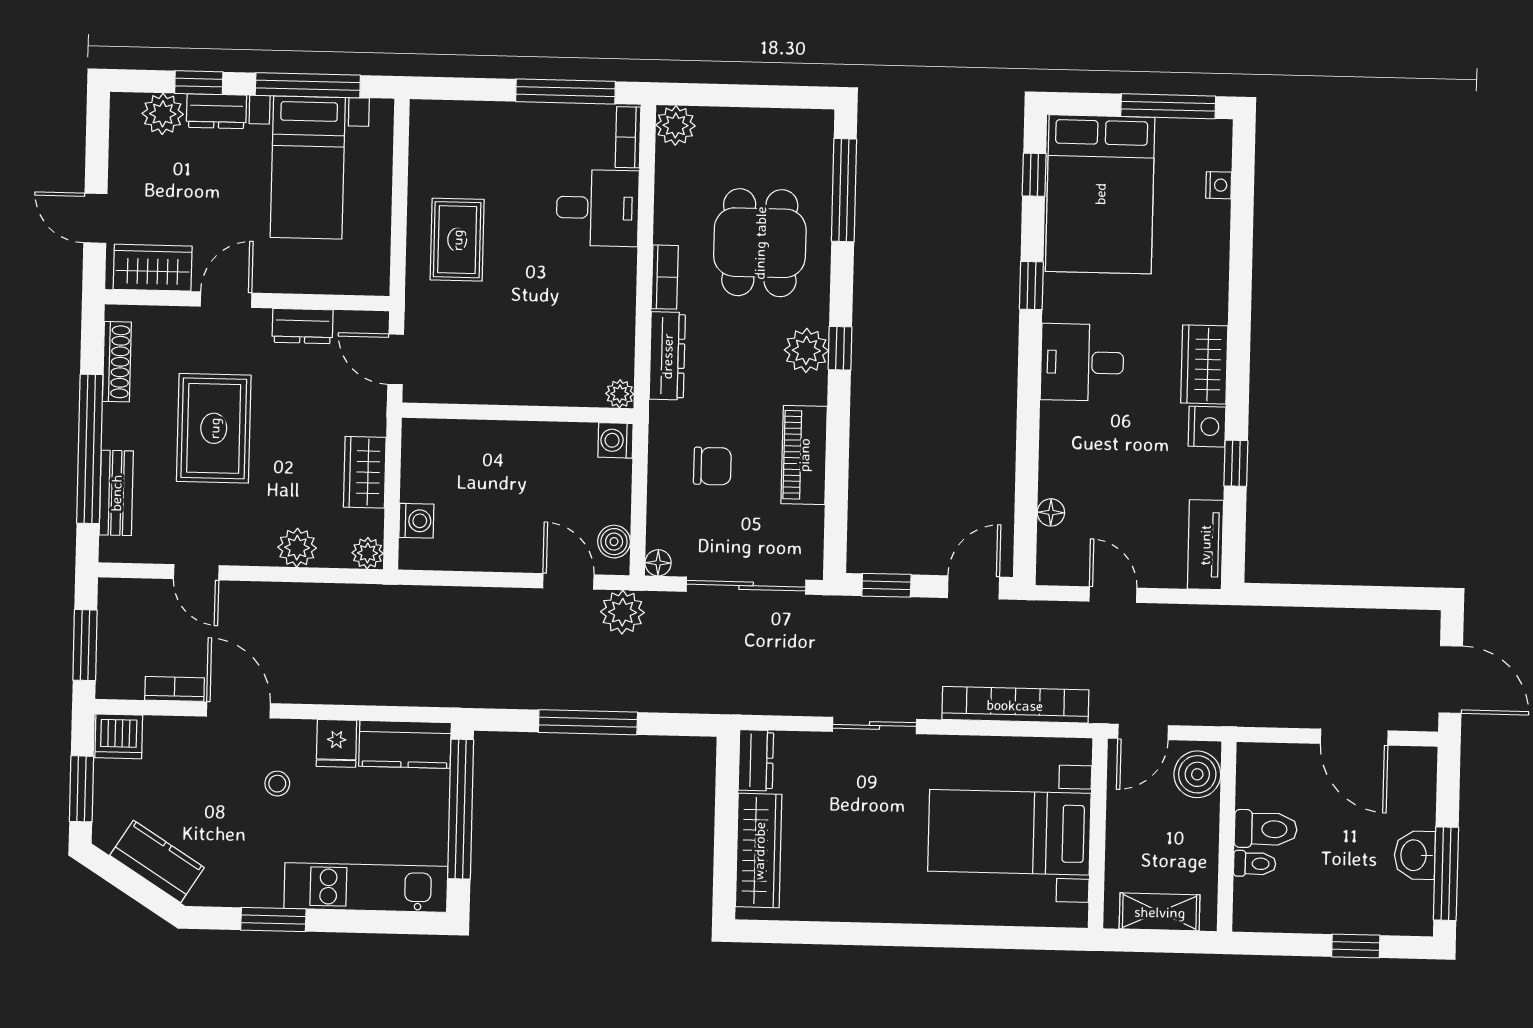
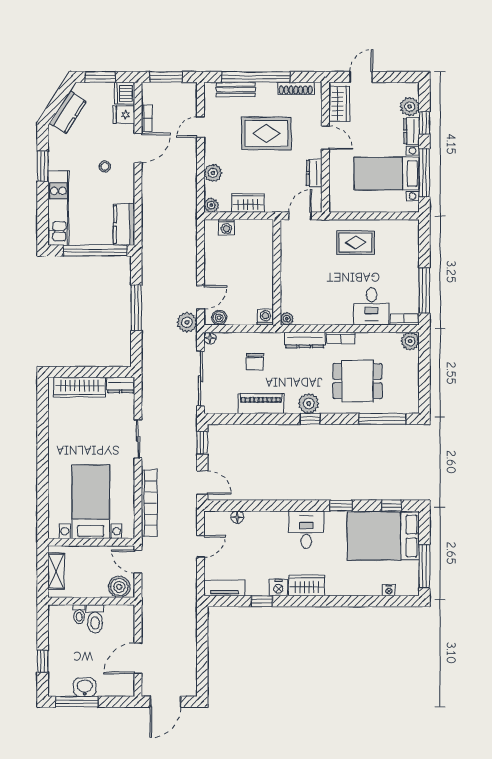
fridge: (336, 743) -> (124, 115), moved

